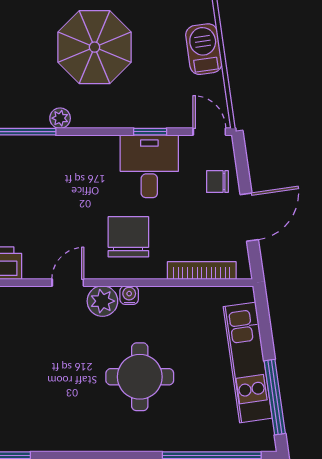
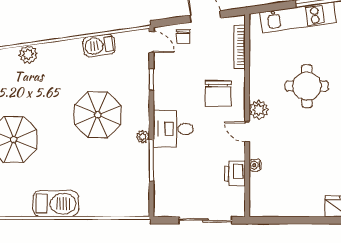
door: (209, 132) -> (151, 42), swing flipped
desk: (149, 166) -> (173, 129), moved
chair: (128, 237) -> (218, 93), turned -90
water cooler: (129, 295) -> (255, 165), moved

